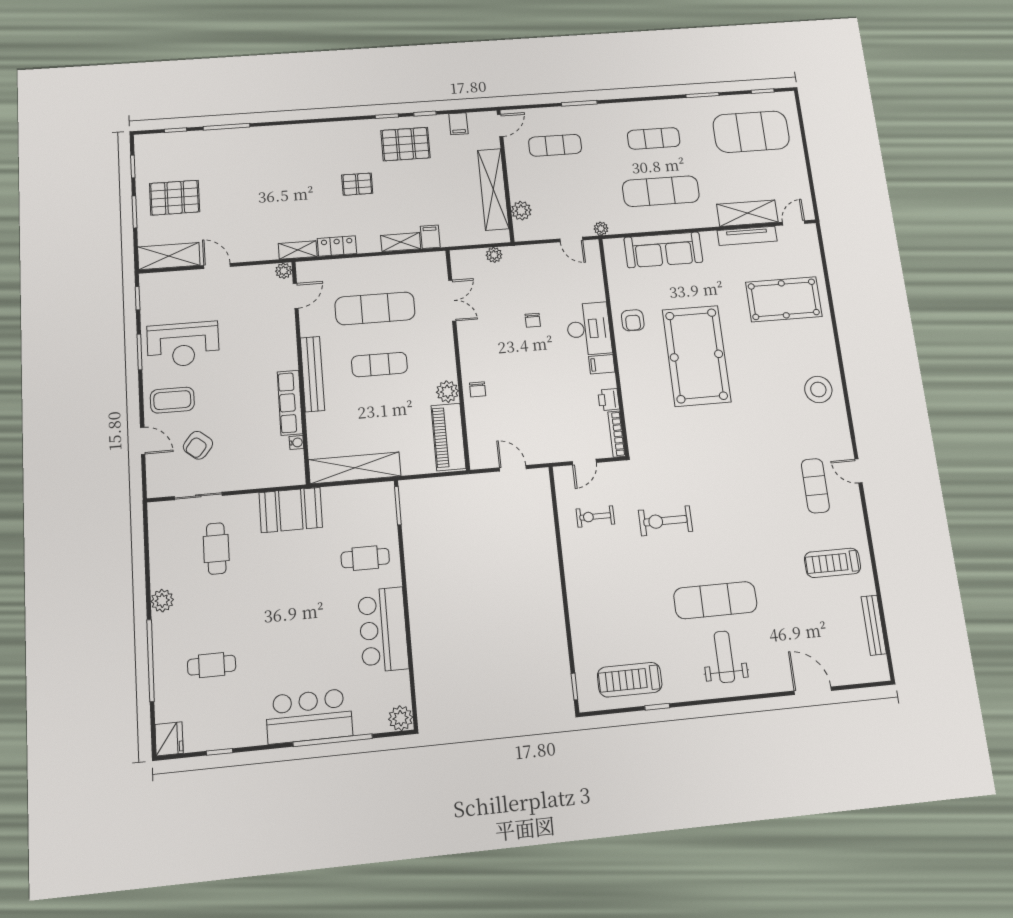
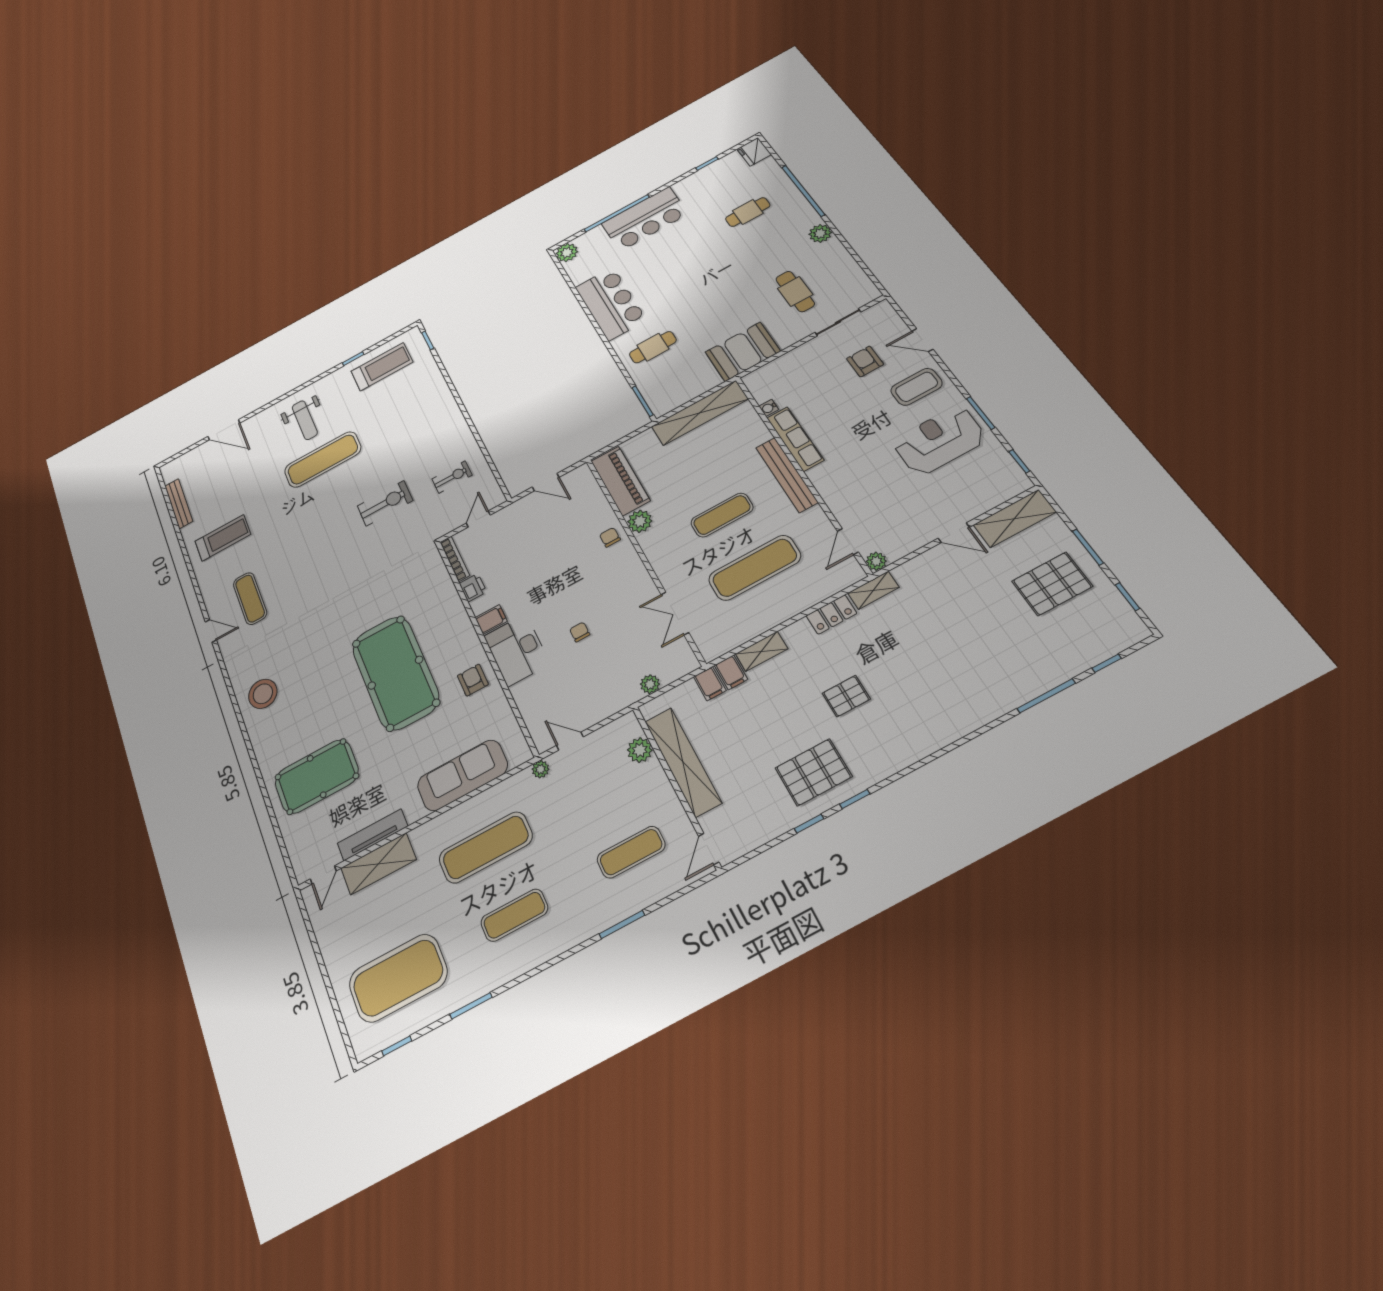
filing cabinet: (458, 124) -> (710, 684), moved, turned 180
armchair: (198, 445) -> (865, 361), turned -39

